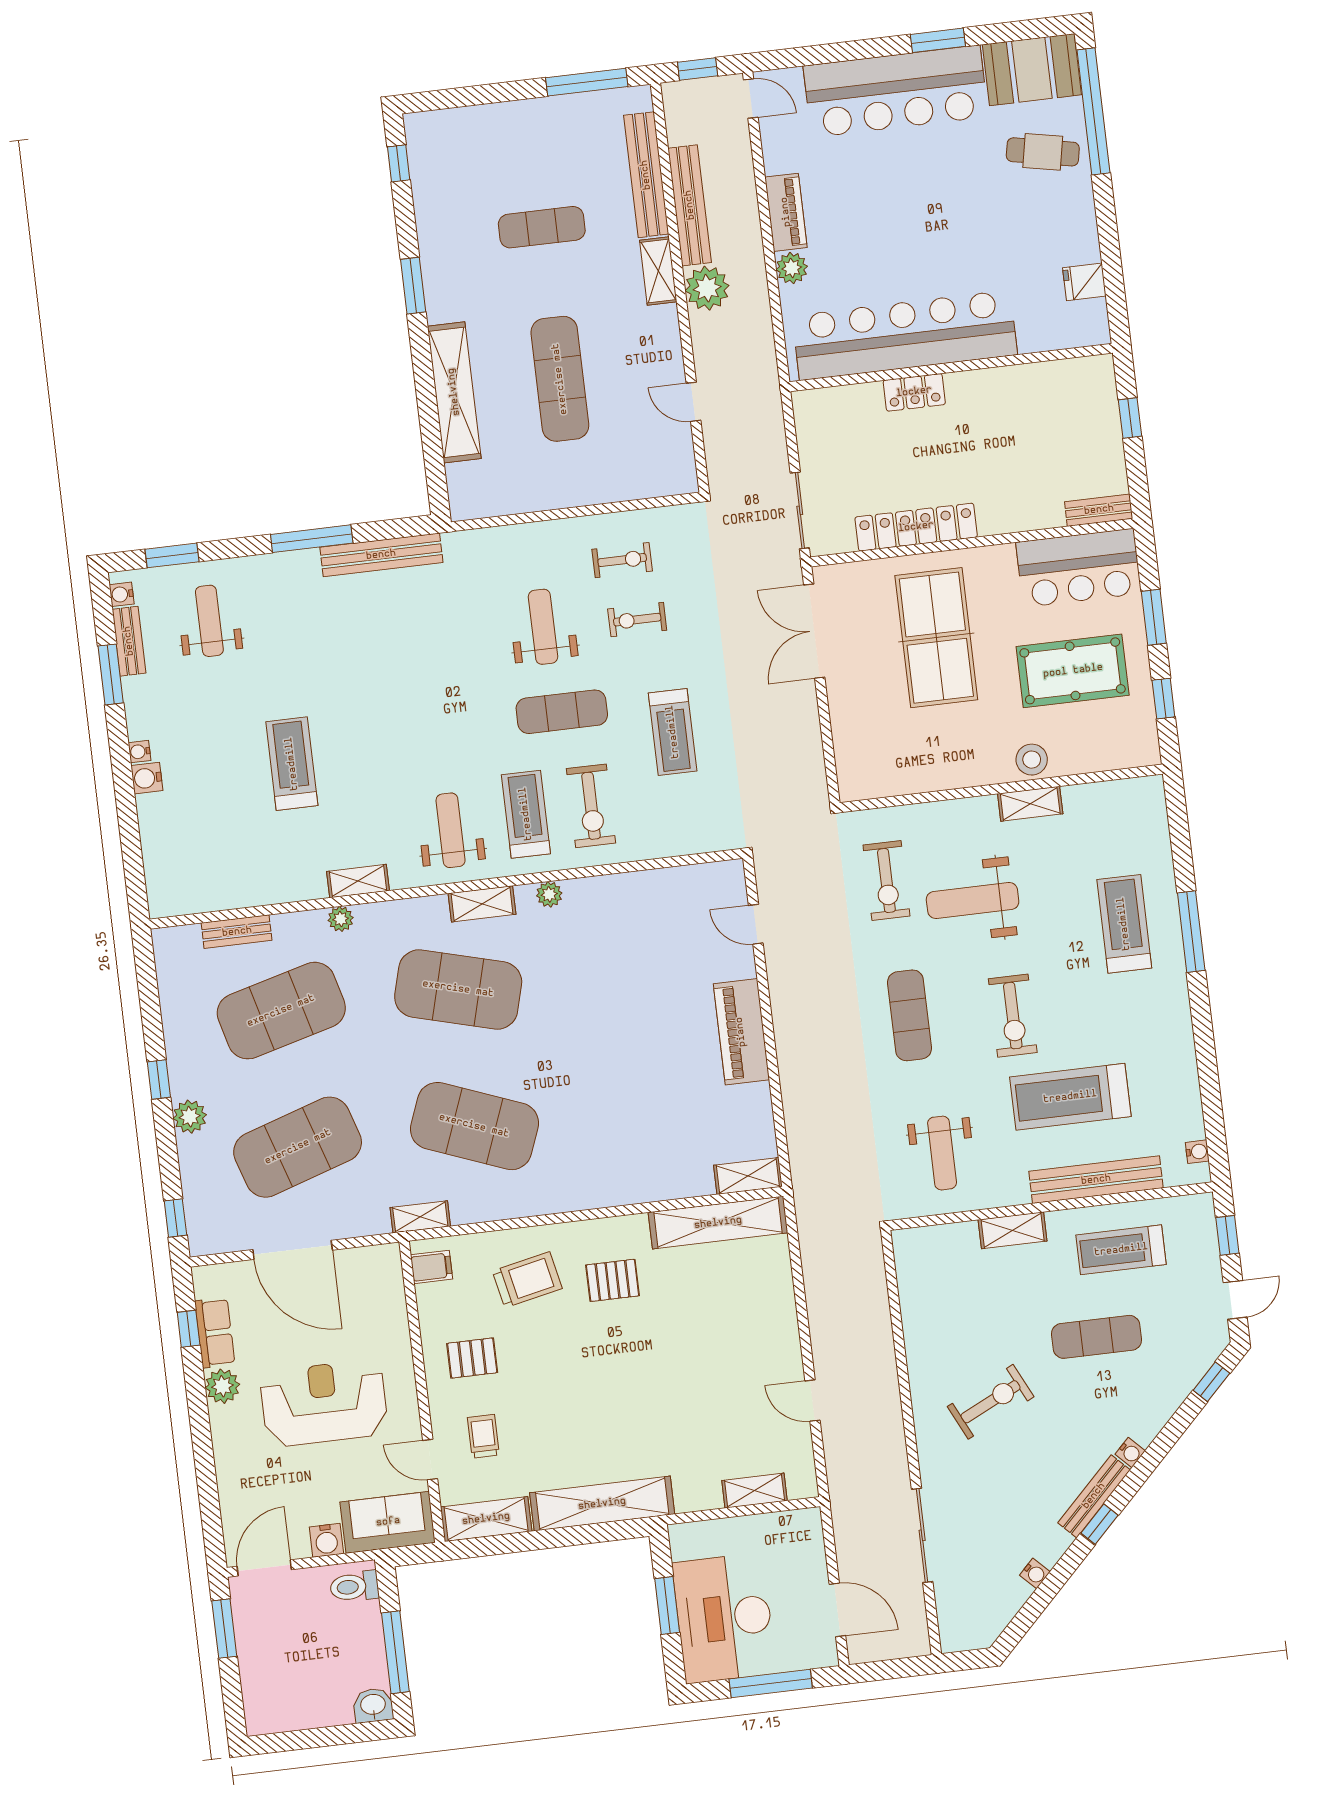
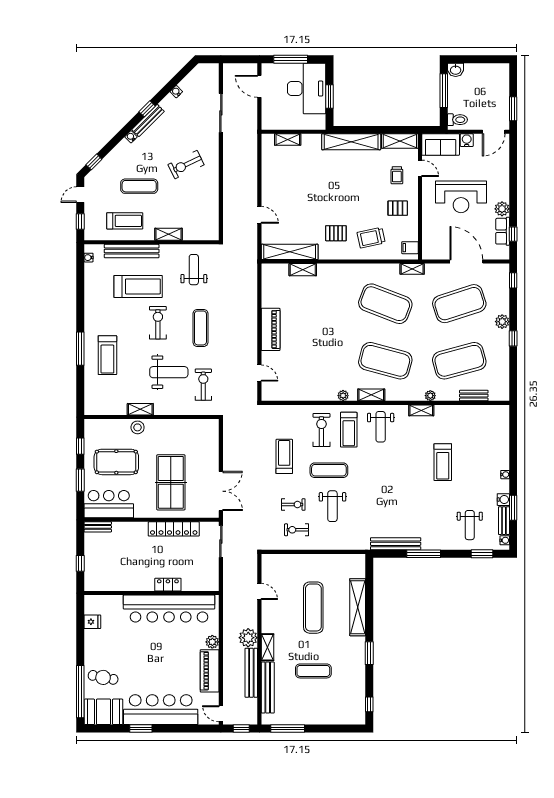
piano: (786, 212) -> (210, 671), width x1.37, depth x1.33
water cooler: (147, 778) -> (503, 500), moved
shelving: (748, 1176) -> (303, 270), moved
door: (813, 1401) -> (259, 215), moved

